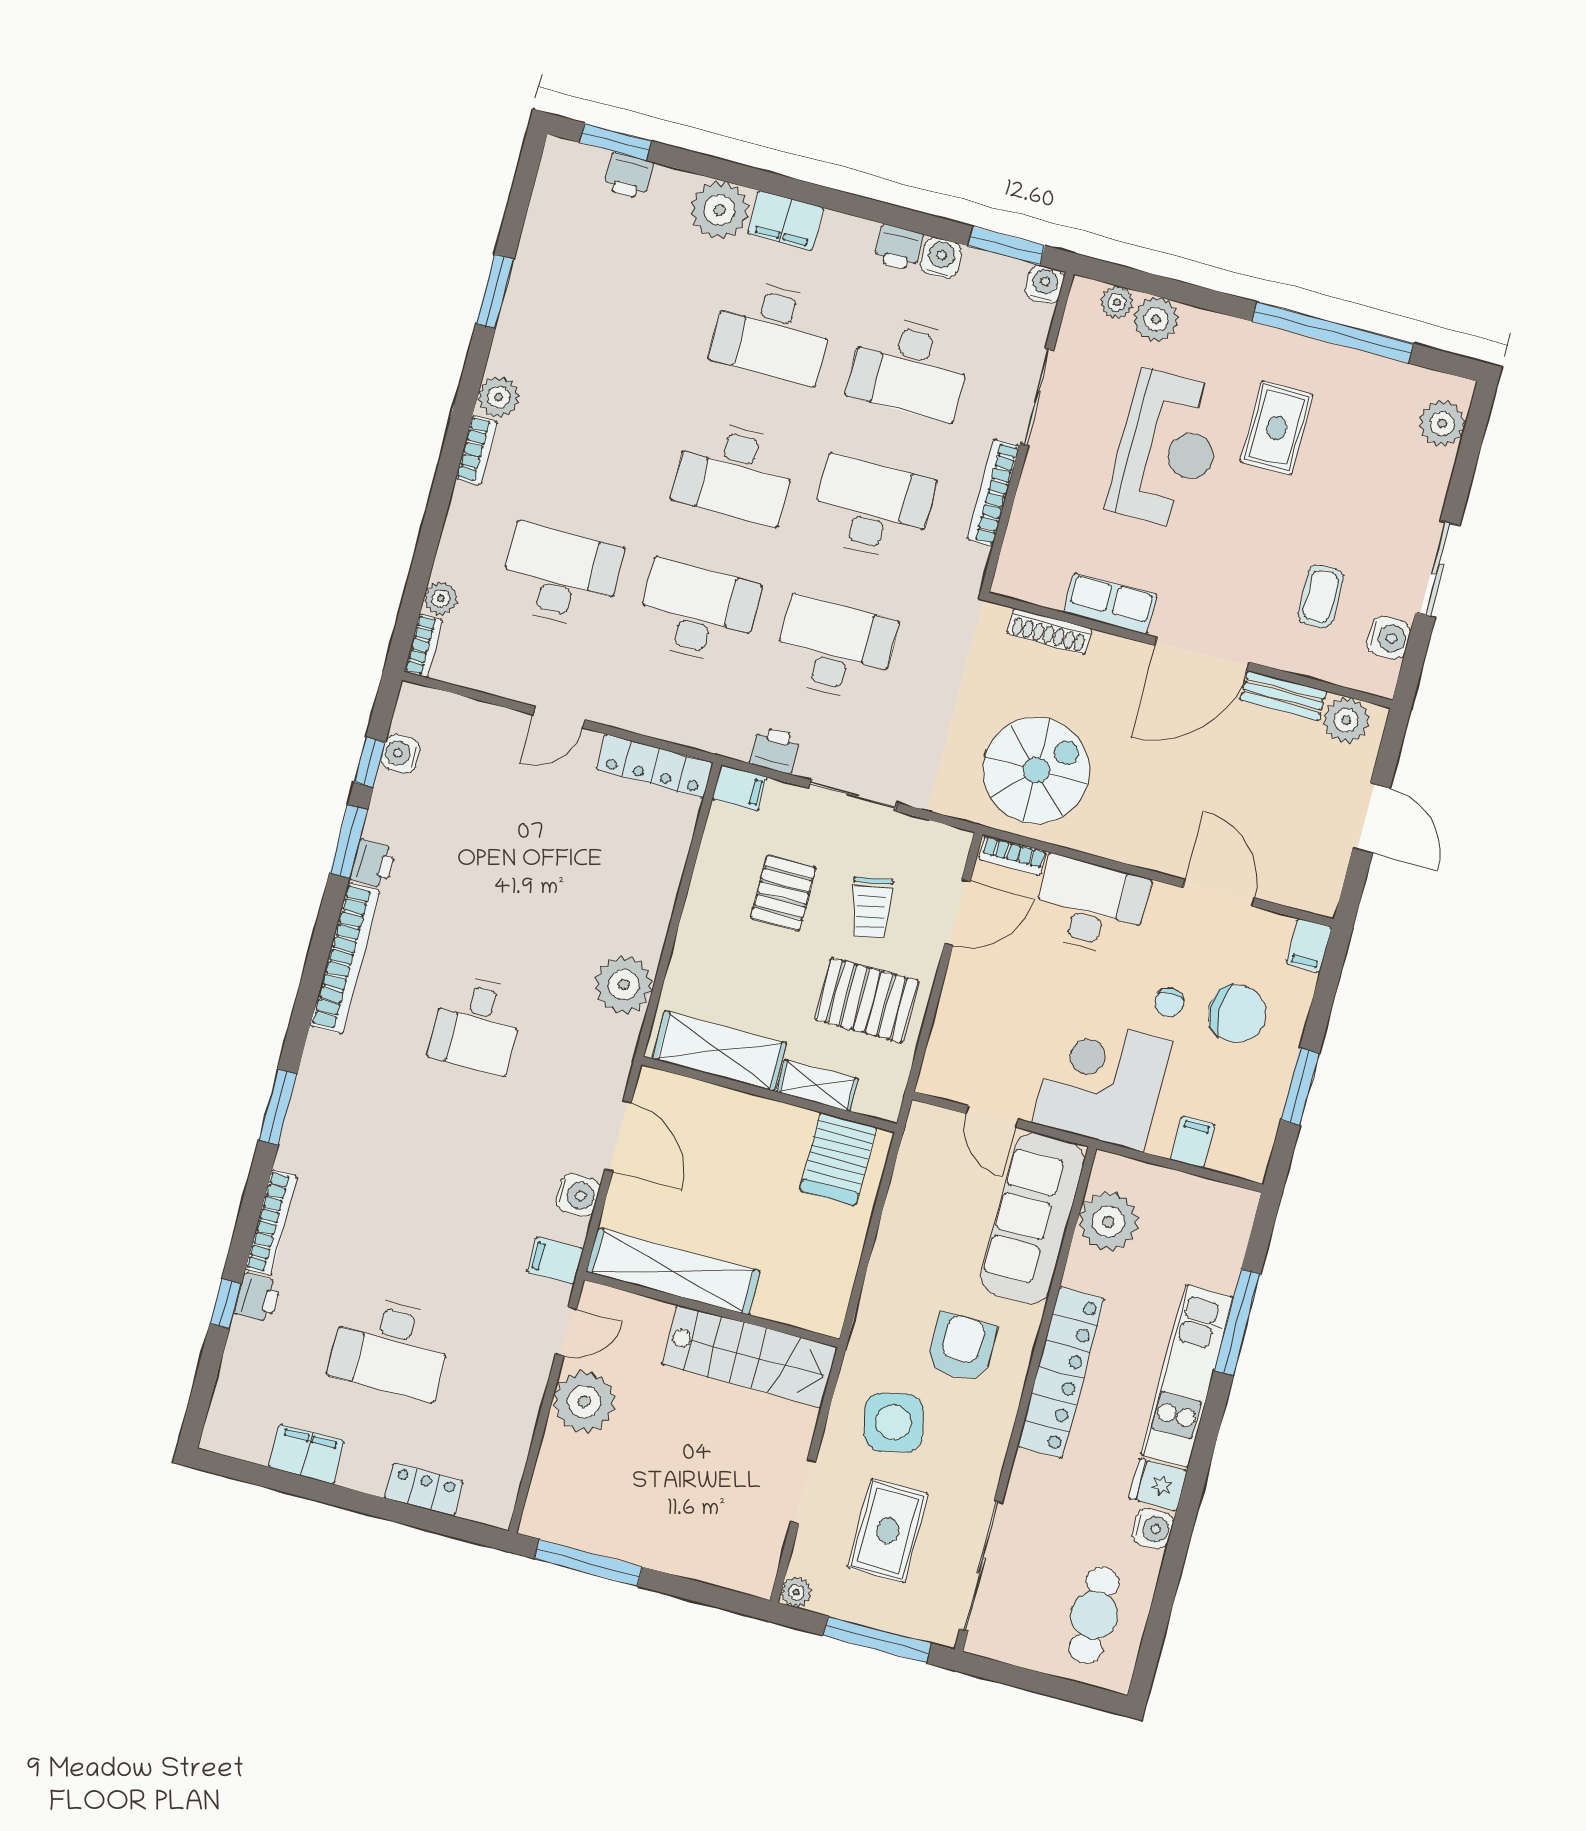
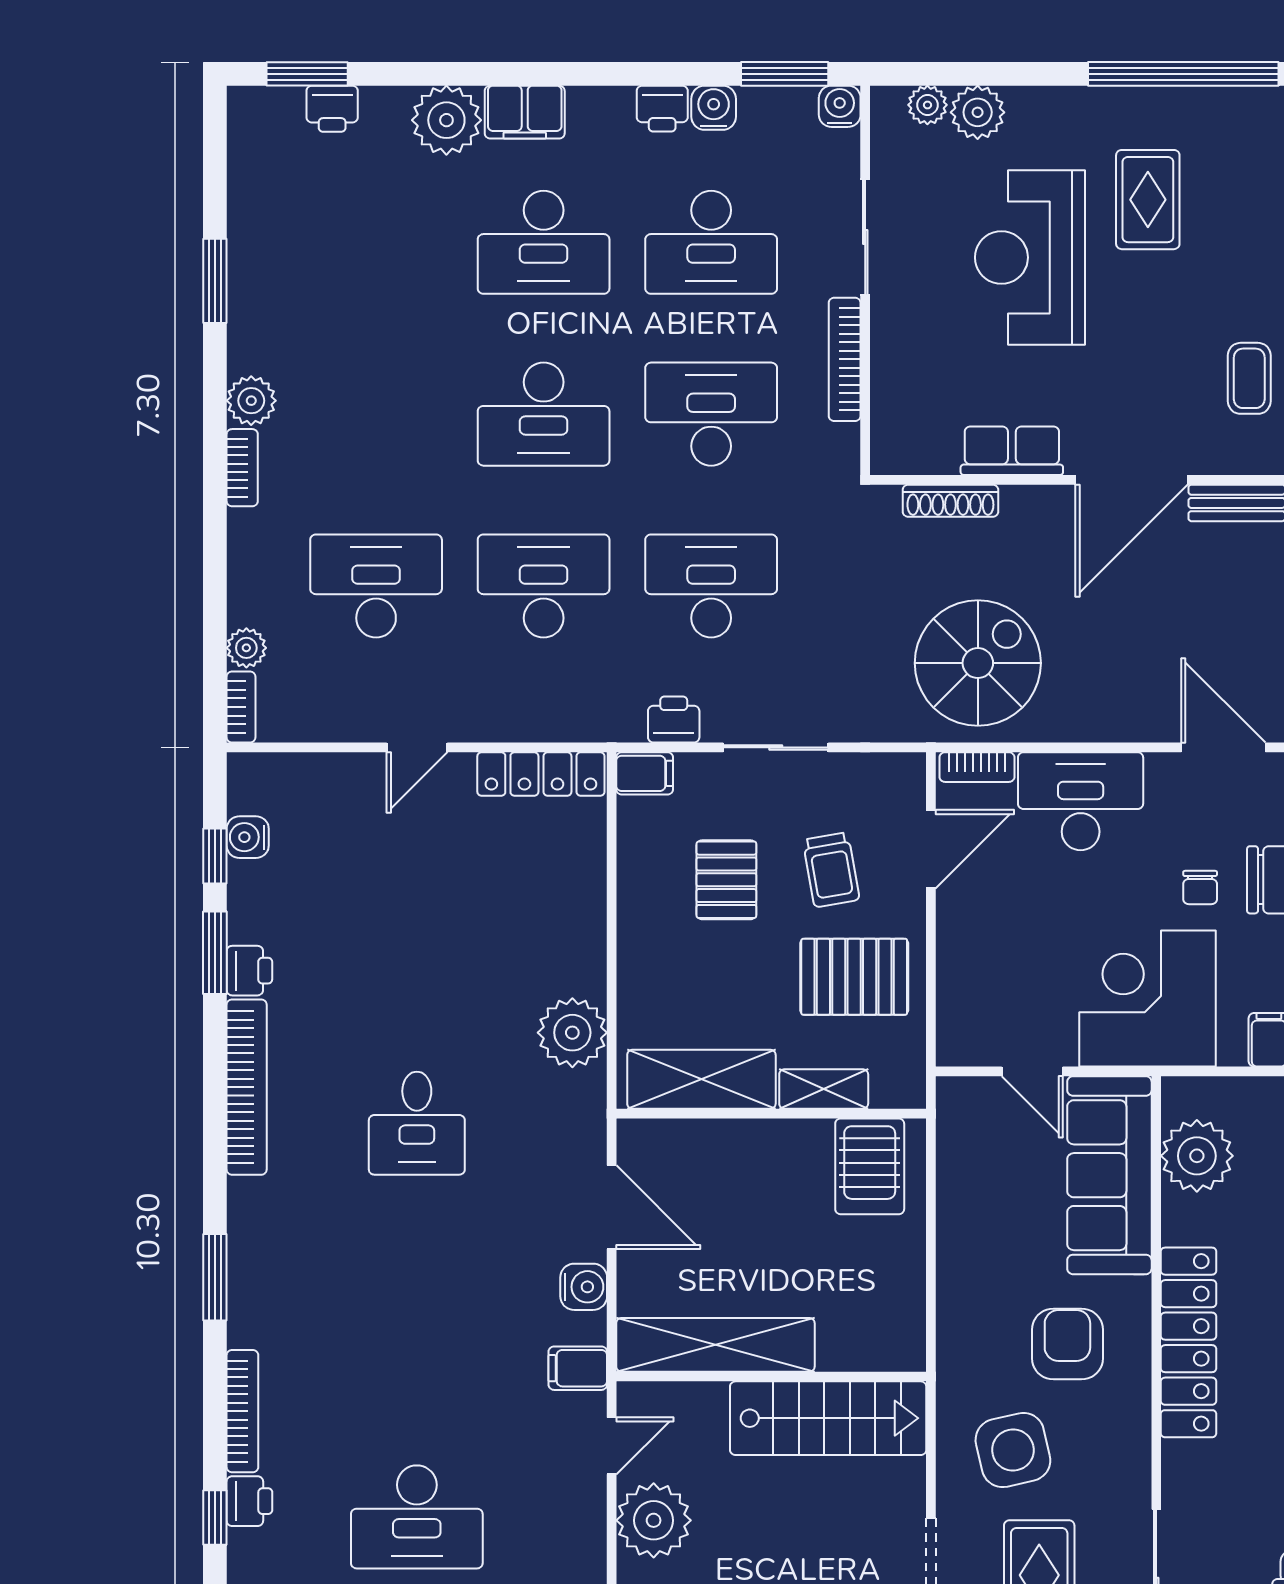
reception desk: (1167, 450) -> (1030, 257), turned 180

